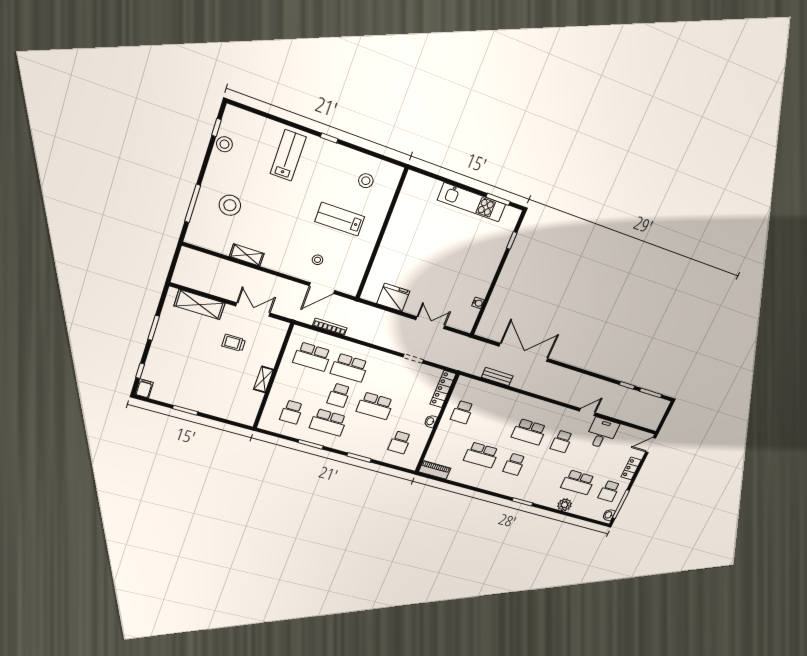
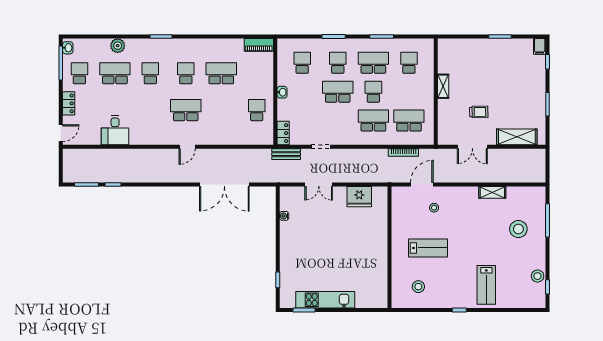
bench: (497, 377) -> (286, 154), moved
locker: (443, 389) -> (283, 133), width x0.66
door: (587, 412) -> (187, 147), moved
school desk: (364, 432) -> (338, 63), added
school desk: (562, 441) -> (150, 73), moved

